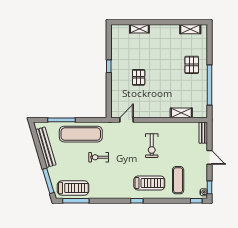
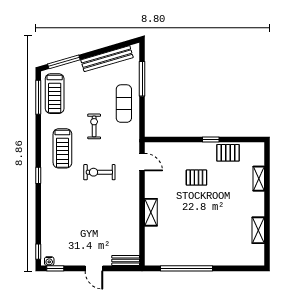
shelving: (190, 29) -> (258, 230), moved
pallet: (192, 65) -> (228, 153), moved
shelving: (181, 113) -> (151, 212), moved
exercise mat: (81, 134) -> (124, 104), width x0.73, depth x0.69
exercise bike: (152, 146) -> (99, 172), moved
door: (209, 157) -> (94, 268), hinge flipped
exercise mat: (178, 180) -> (65, 228), removed
treadmill: (149, 183) -> (62, 148), moved

